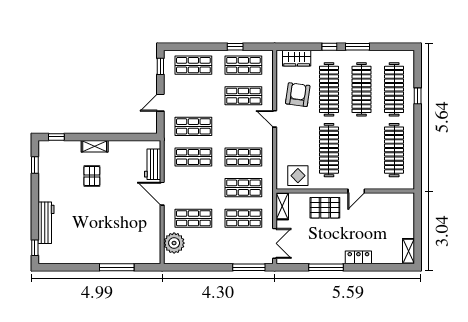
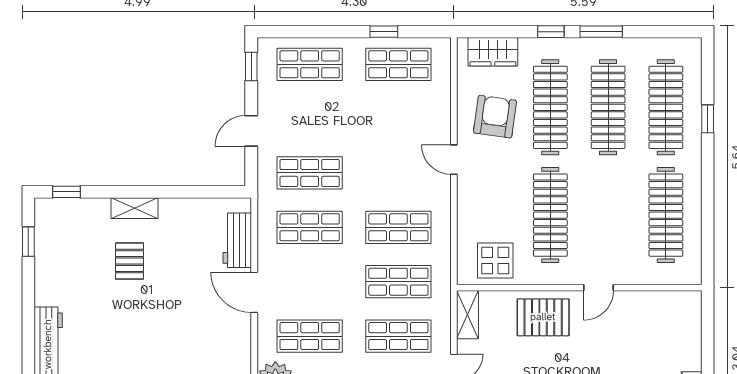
shop shelf: (243, 96) -> (398, 119), removed

